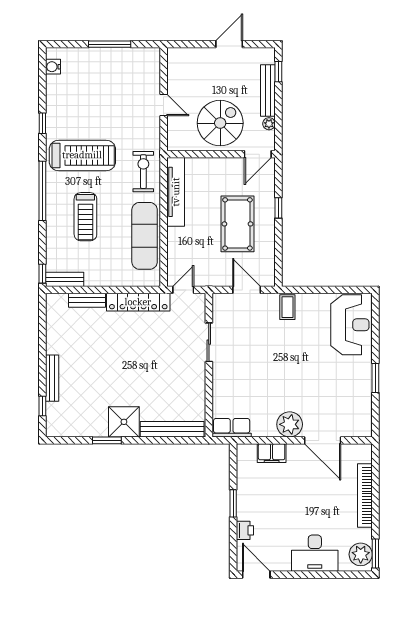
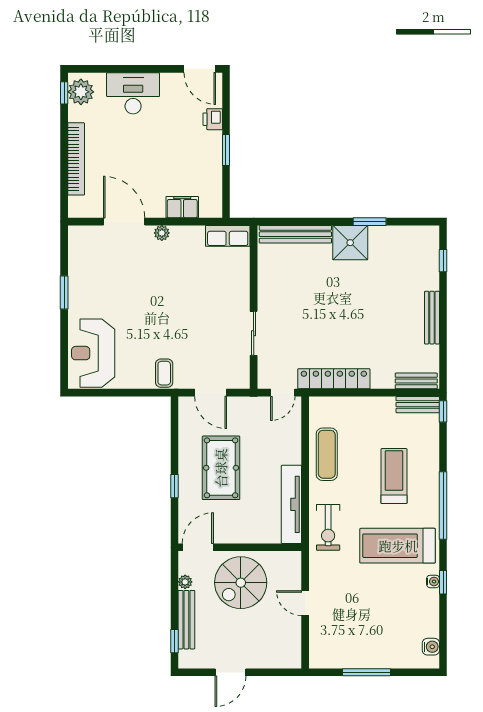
water cooler: (51, 124) -> (433, 581), added
exercise mat: (145, 236) -> (327, 454), width x0.73, depth x0.69
bench: (87, 300) -> (416, 381), moved
bench: (52, 378) -> (432, 318), moved
plant: (290, 424) -> (162, 233), width x0.53, depth x0.53
window: (375, 553) -> (64, 93), width x0.67

